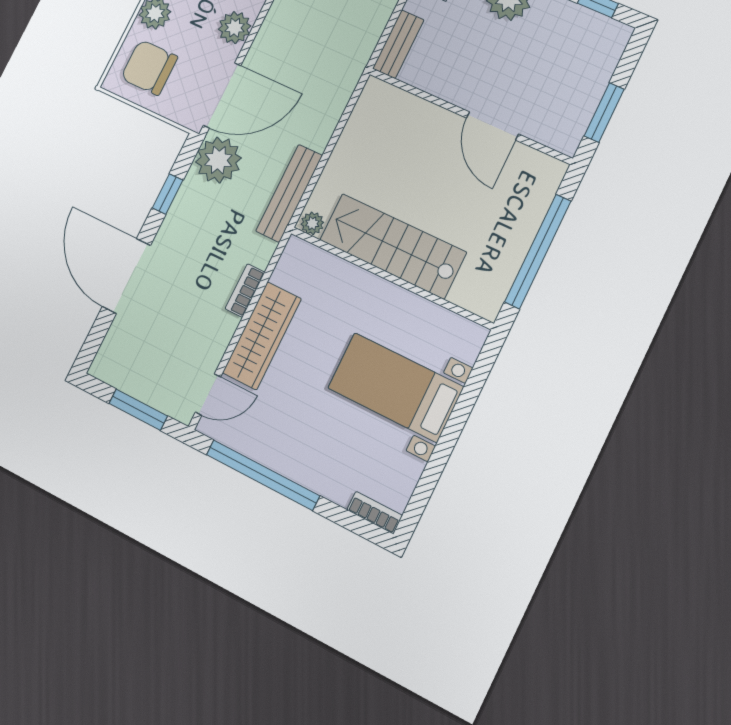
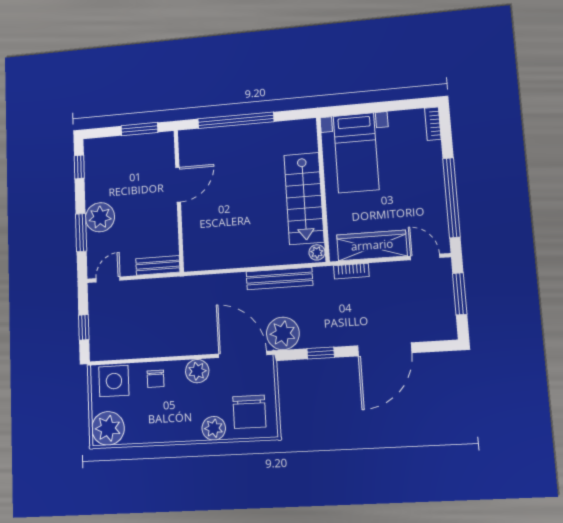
plant: (312, 223) -> (317, 252), moved
stairs: (393, 246) -> (304, 198), moved
wall: (391, 278) -> (323, 189), moved

